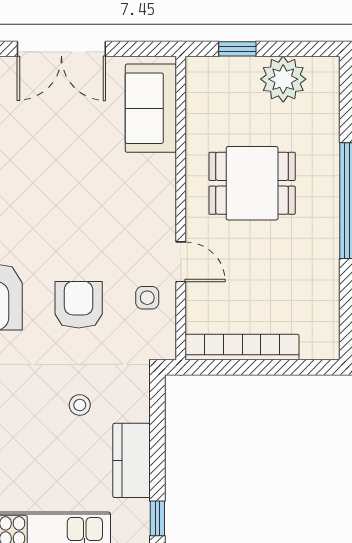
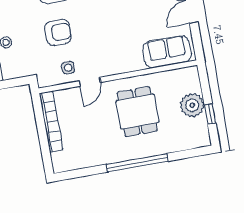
window: (237, 49) -> (210, 114), moved
plant: (283, 79) -> (192, 105), moved

